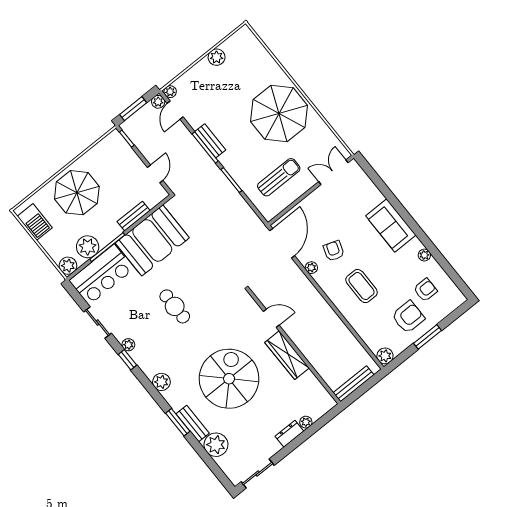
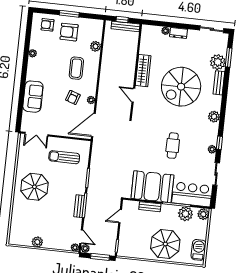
door: (175, 110) -> (81, 237), hinge flipped
parasol: (279, 114) -> (34, 187), width x0.73, depth x0.73
sofa: (391, 225) -> (33, 97), moved
armchair: (425, 290) -> (47, 25), moved
plant: (385, 356) -> (96, 46), moved
window: (365, 387) -> (122, 20), added
window: (178, 422) -> (229, 57), moved

